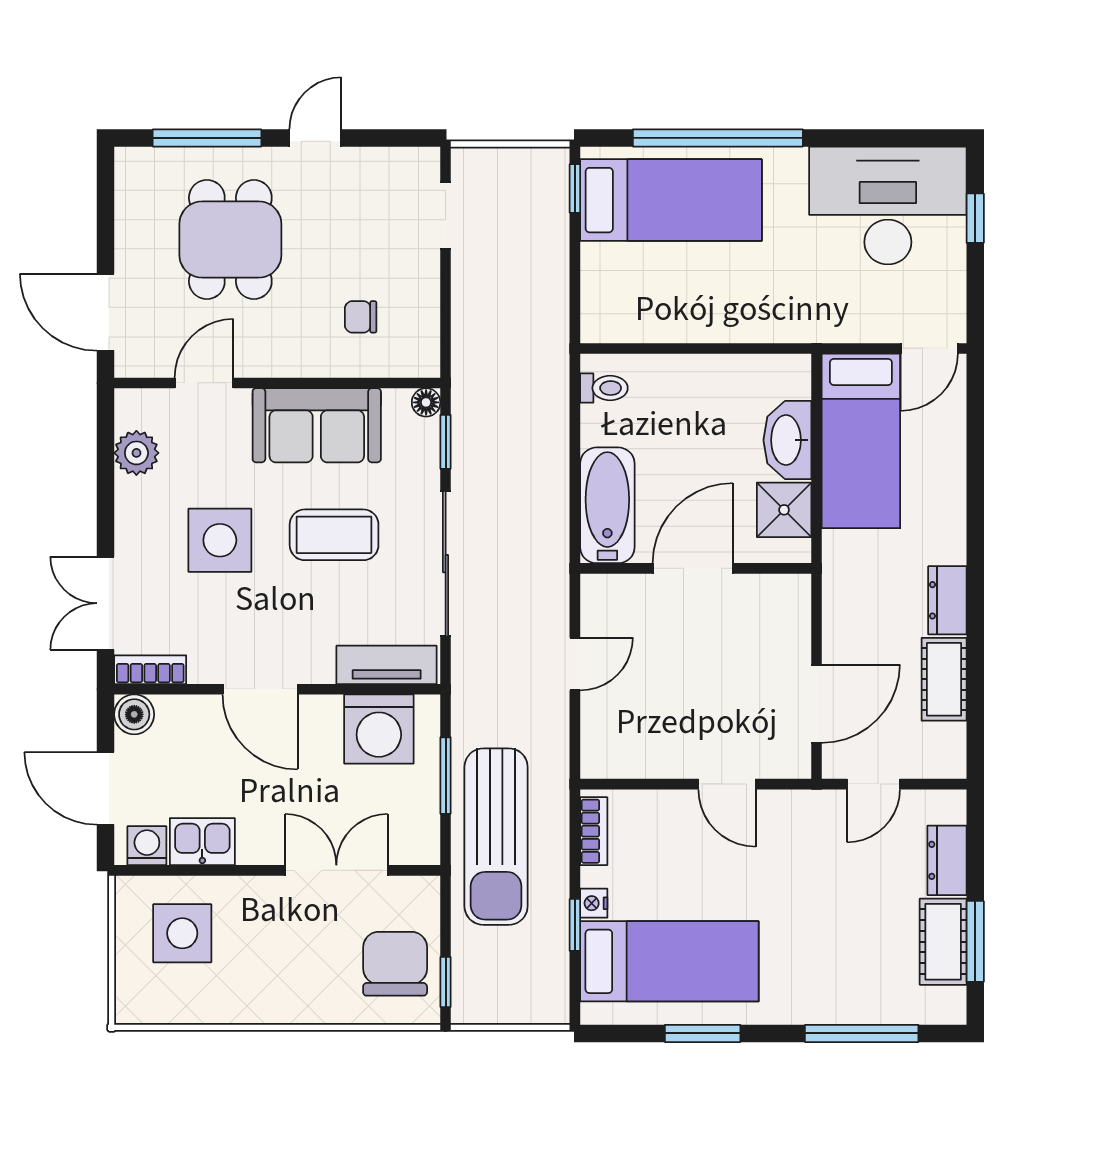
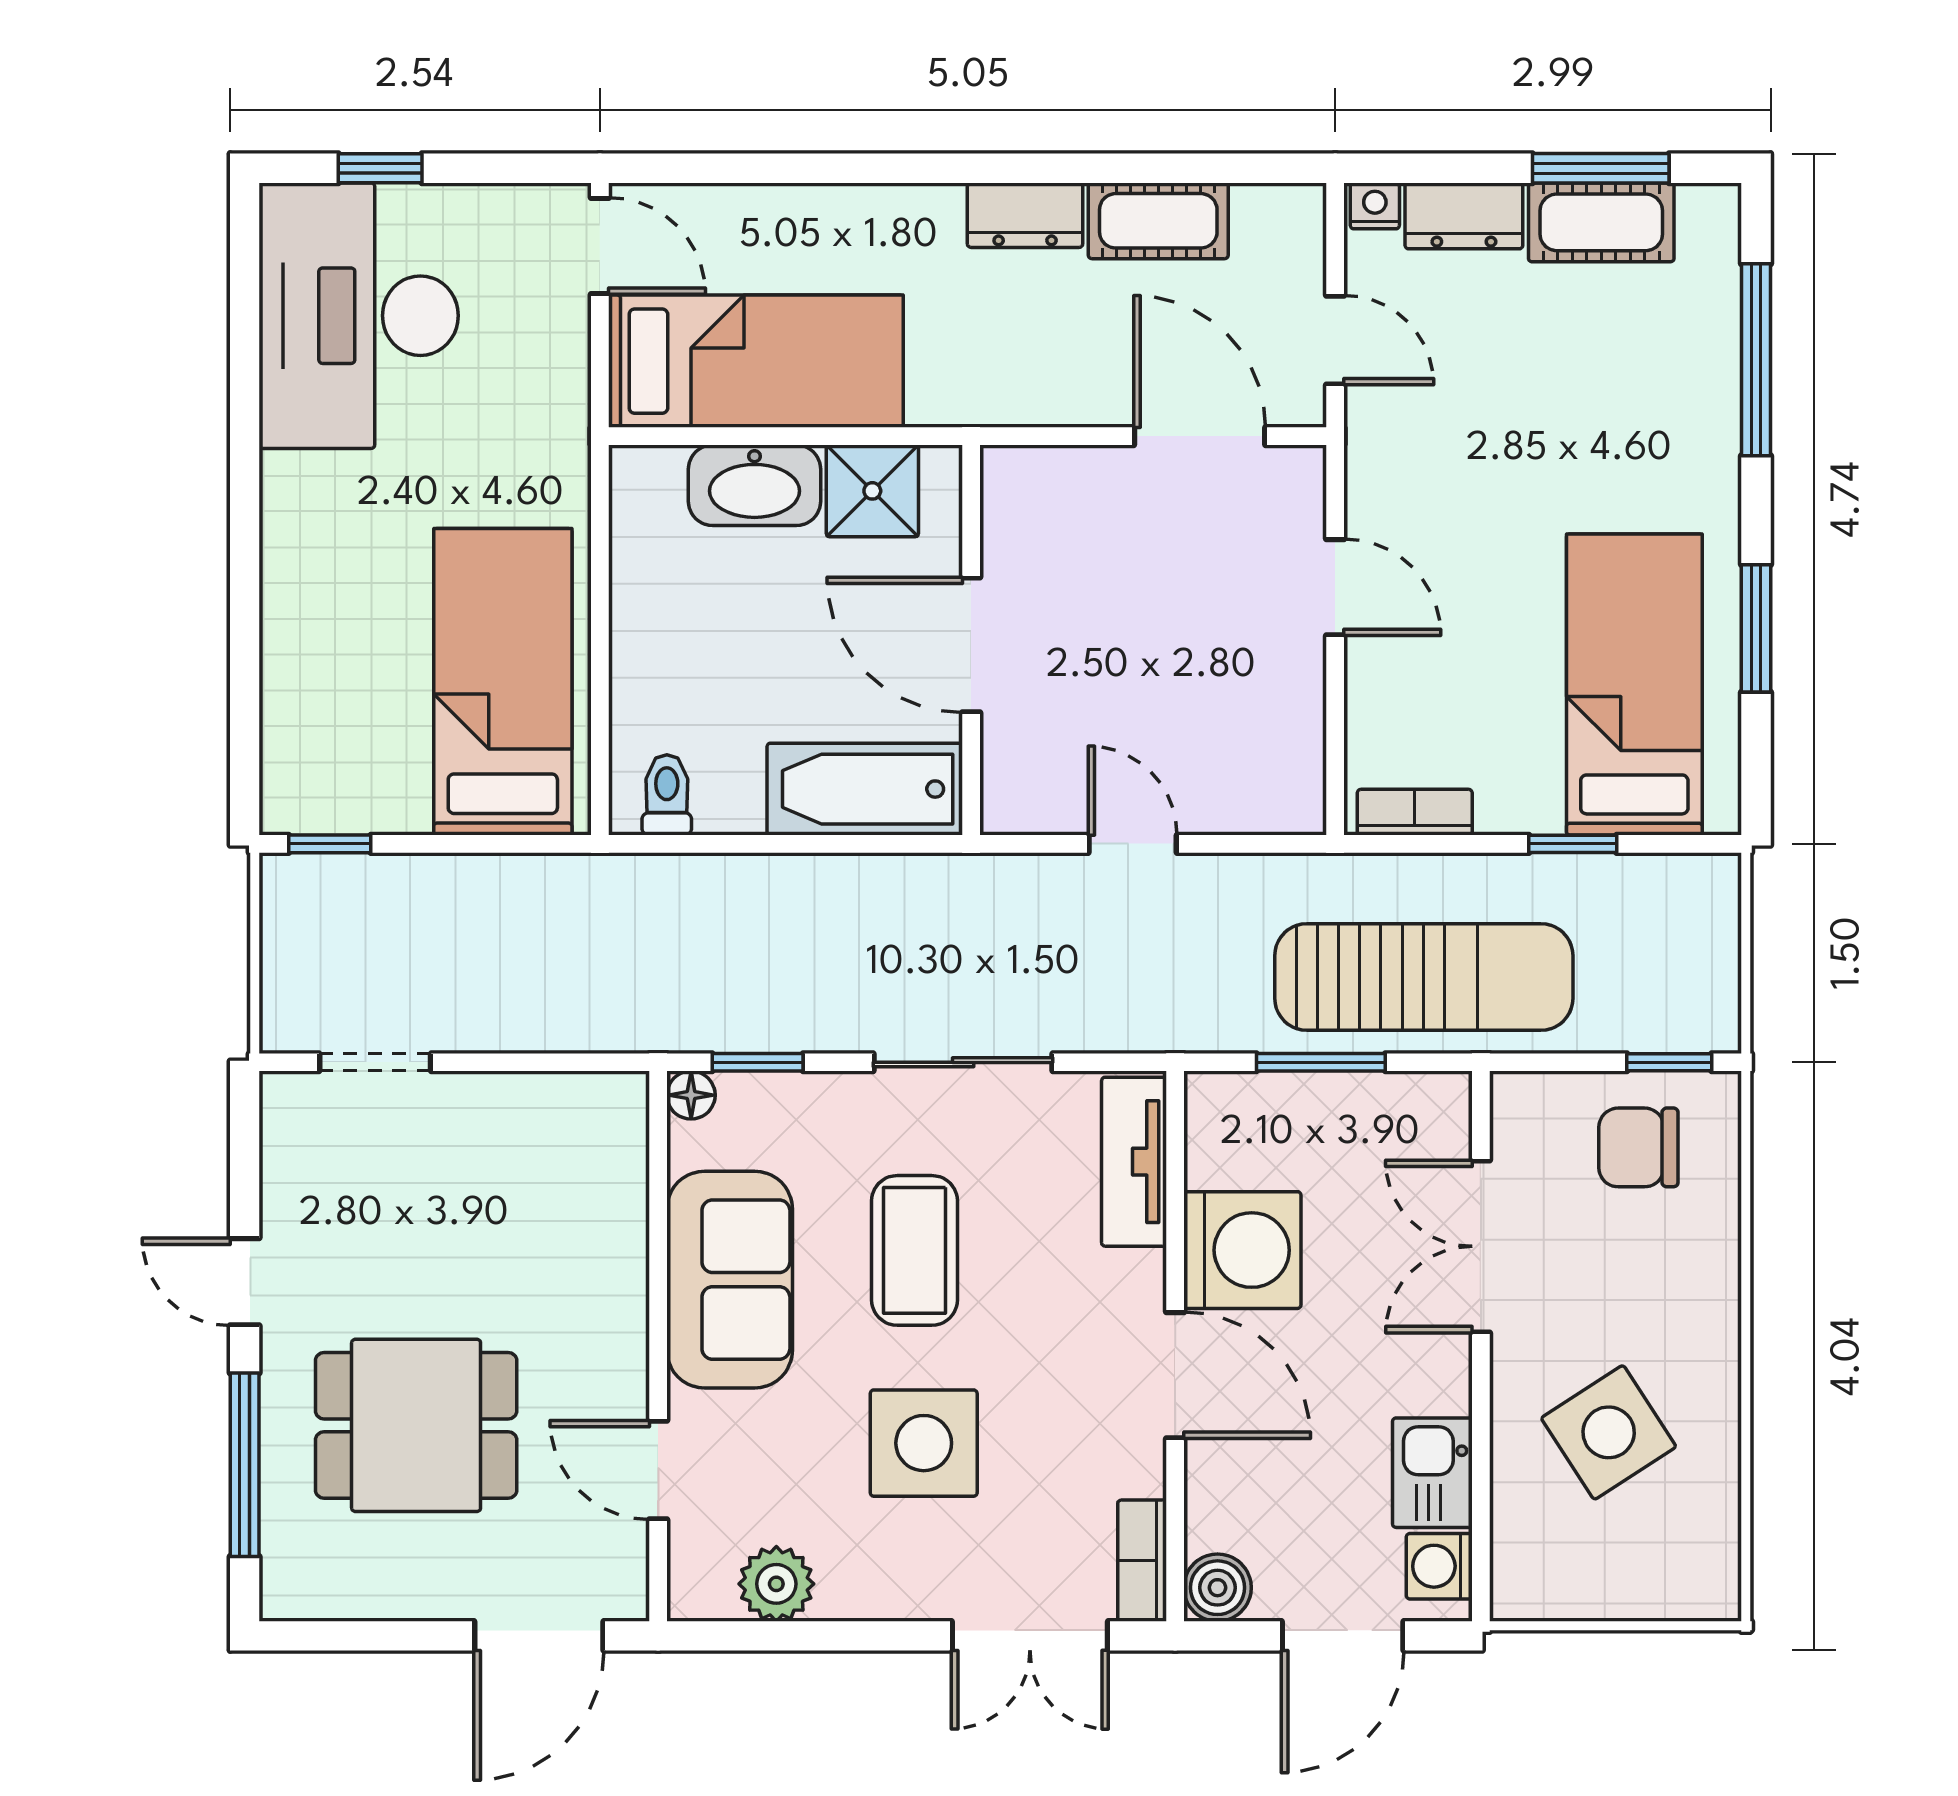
window: (718, 138) -> (245, 603), removed
bed: (671, 200) -> (503, 682), moved
chair: (361, 317) -> (547, 1205), removed
sliding door: (446, 564) -> (963, 1062), width x0.73
door: (260, 689) -> (1175, 1375), hinge flipped
washing machine: (379, 729) -> (1242, 1250), moved
door: (727, 784) -> (1335, 587), hinge flipped
nightstand: (594, 903) -> (1375, 206), moved, turned 180
side table: (182, 933) -> (1609, 1432), moved, turned -33
chair: (395, 964) -> (1638, 1147), width x0.73, depth x0.73

